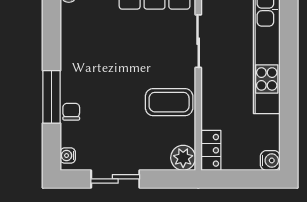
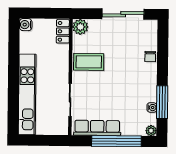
window: (51, 97) -> (162, 102), moved
water cooler: (68, 156) -> (152, 108), moved
sliding door: (115, 179) -> (123, 14), width x1.37

